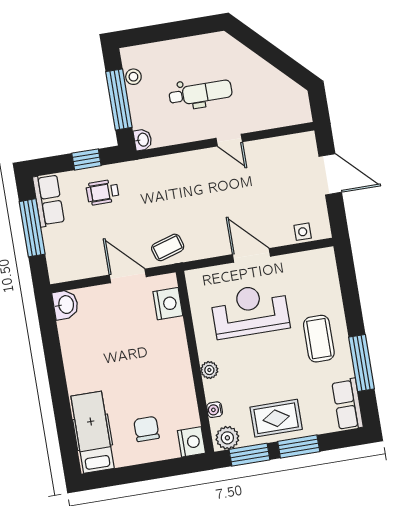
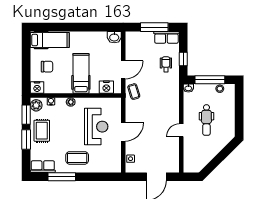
hospital bed: (149, 359) -> (81, 73), added

